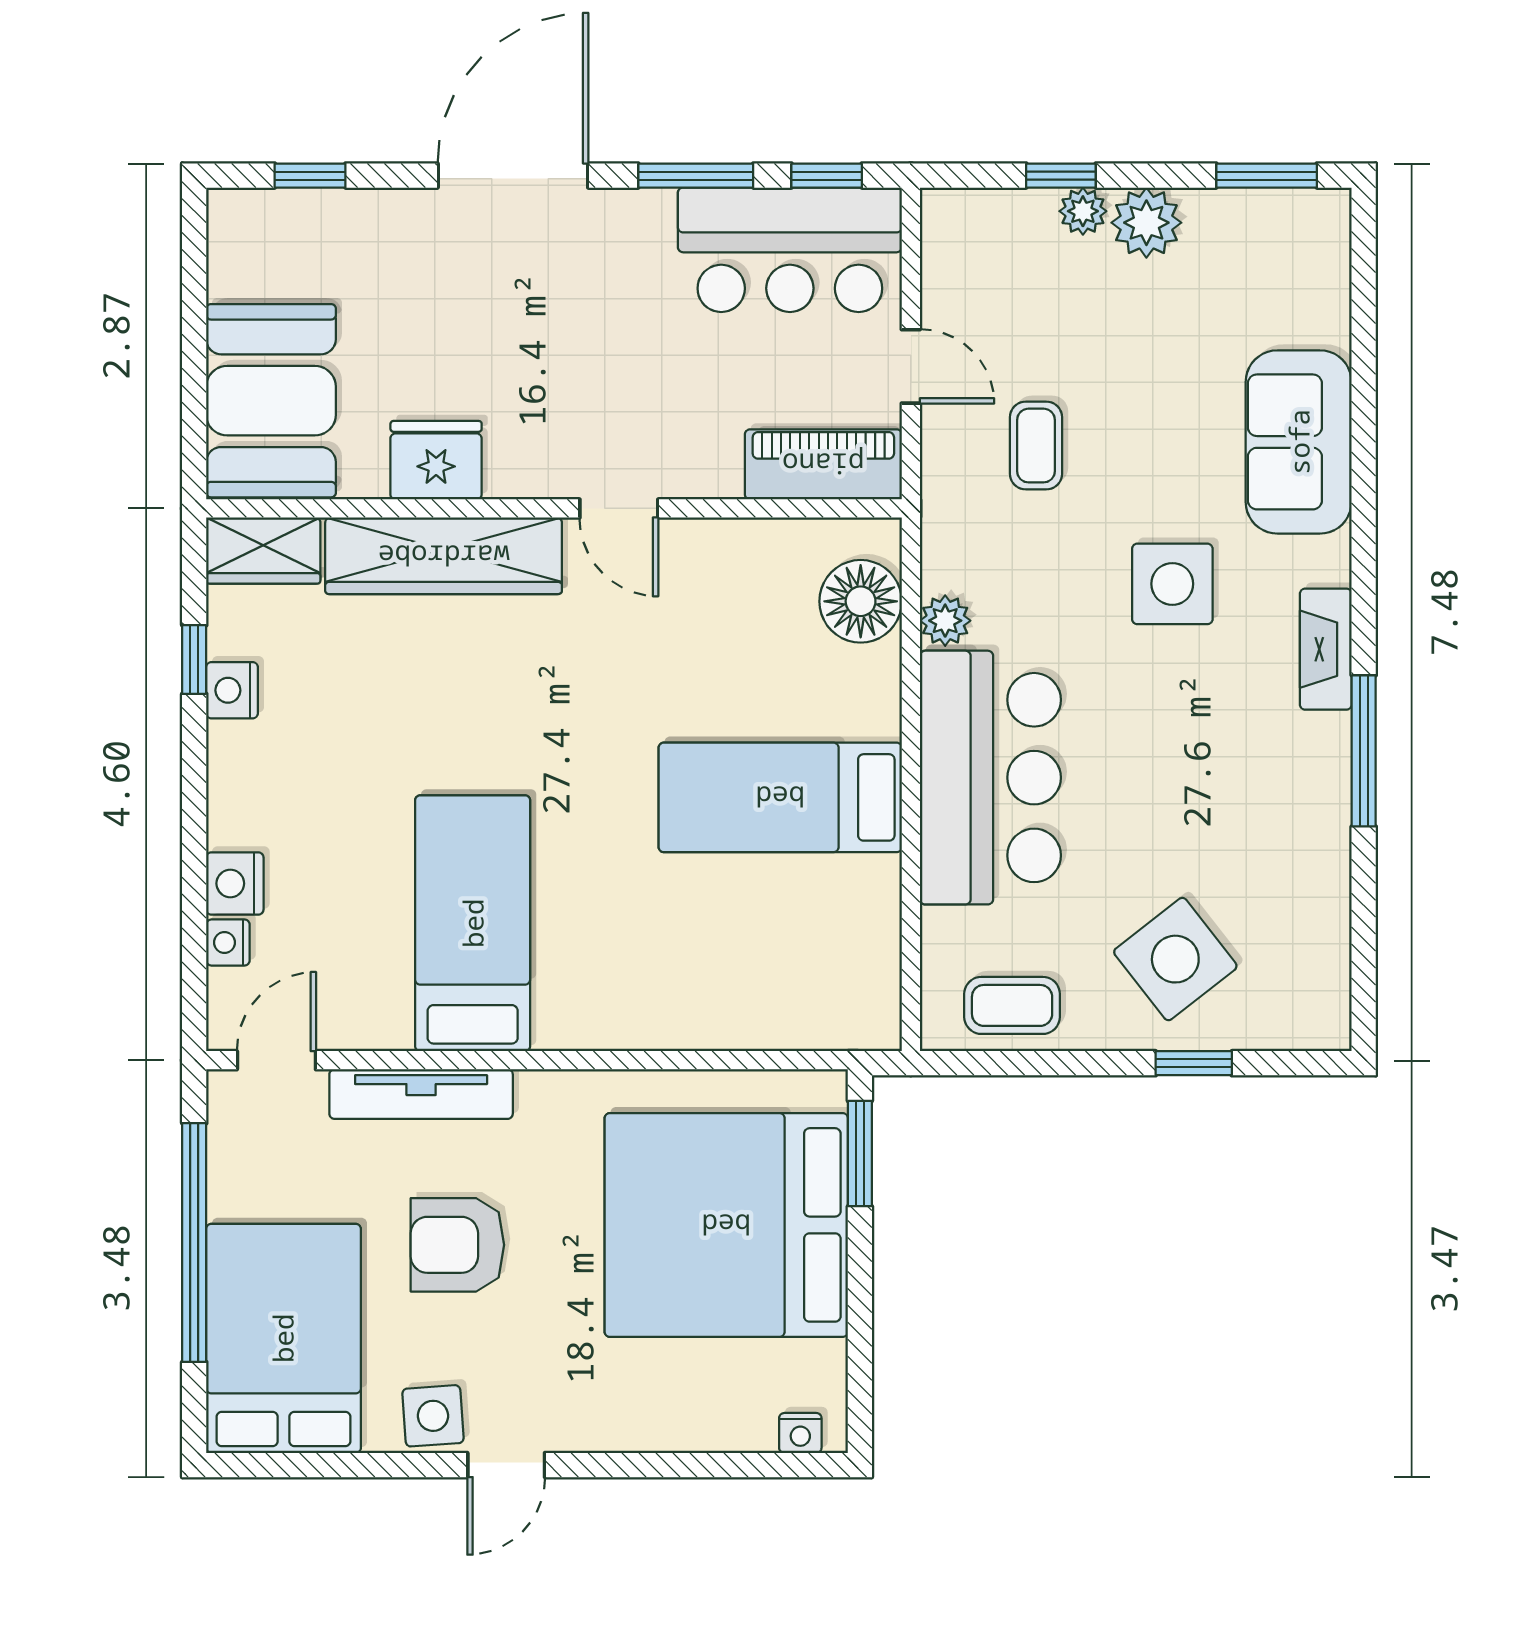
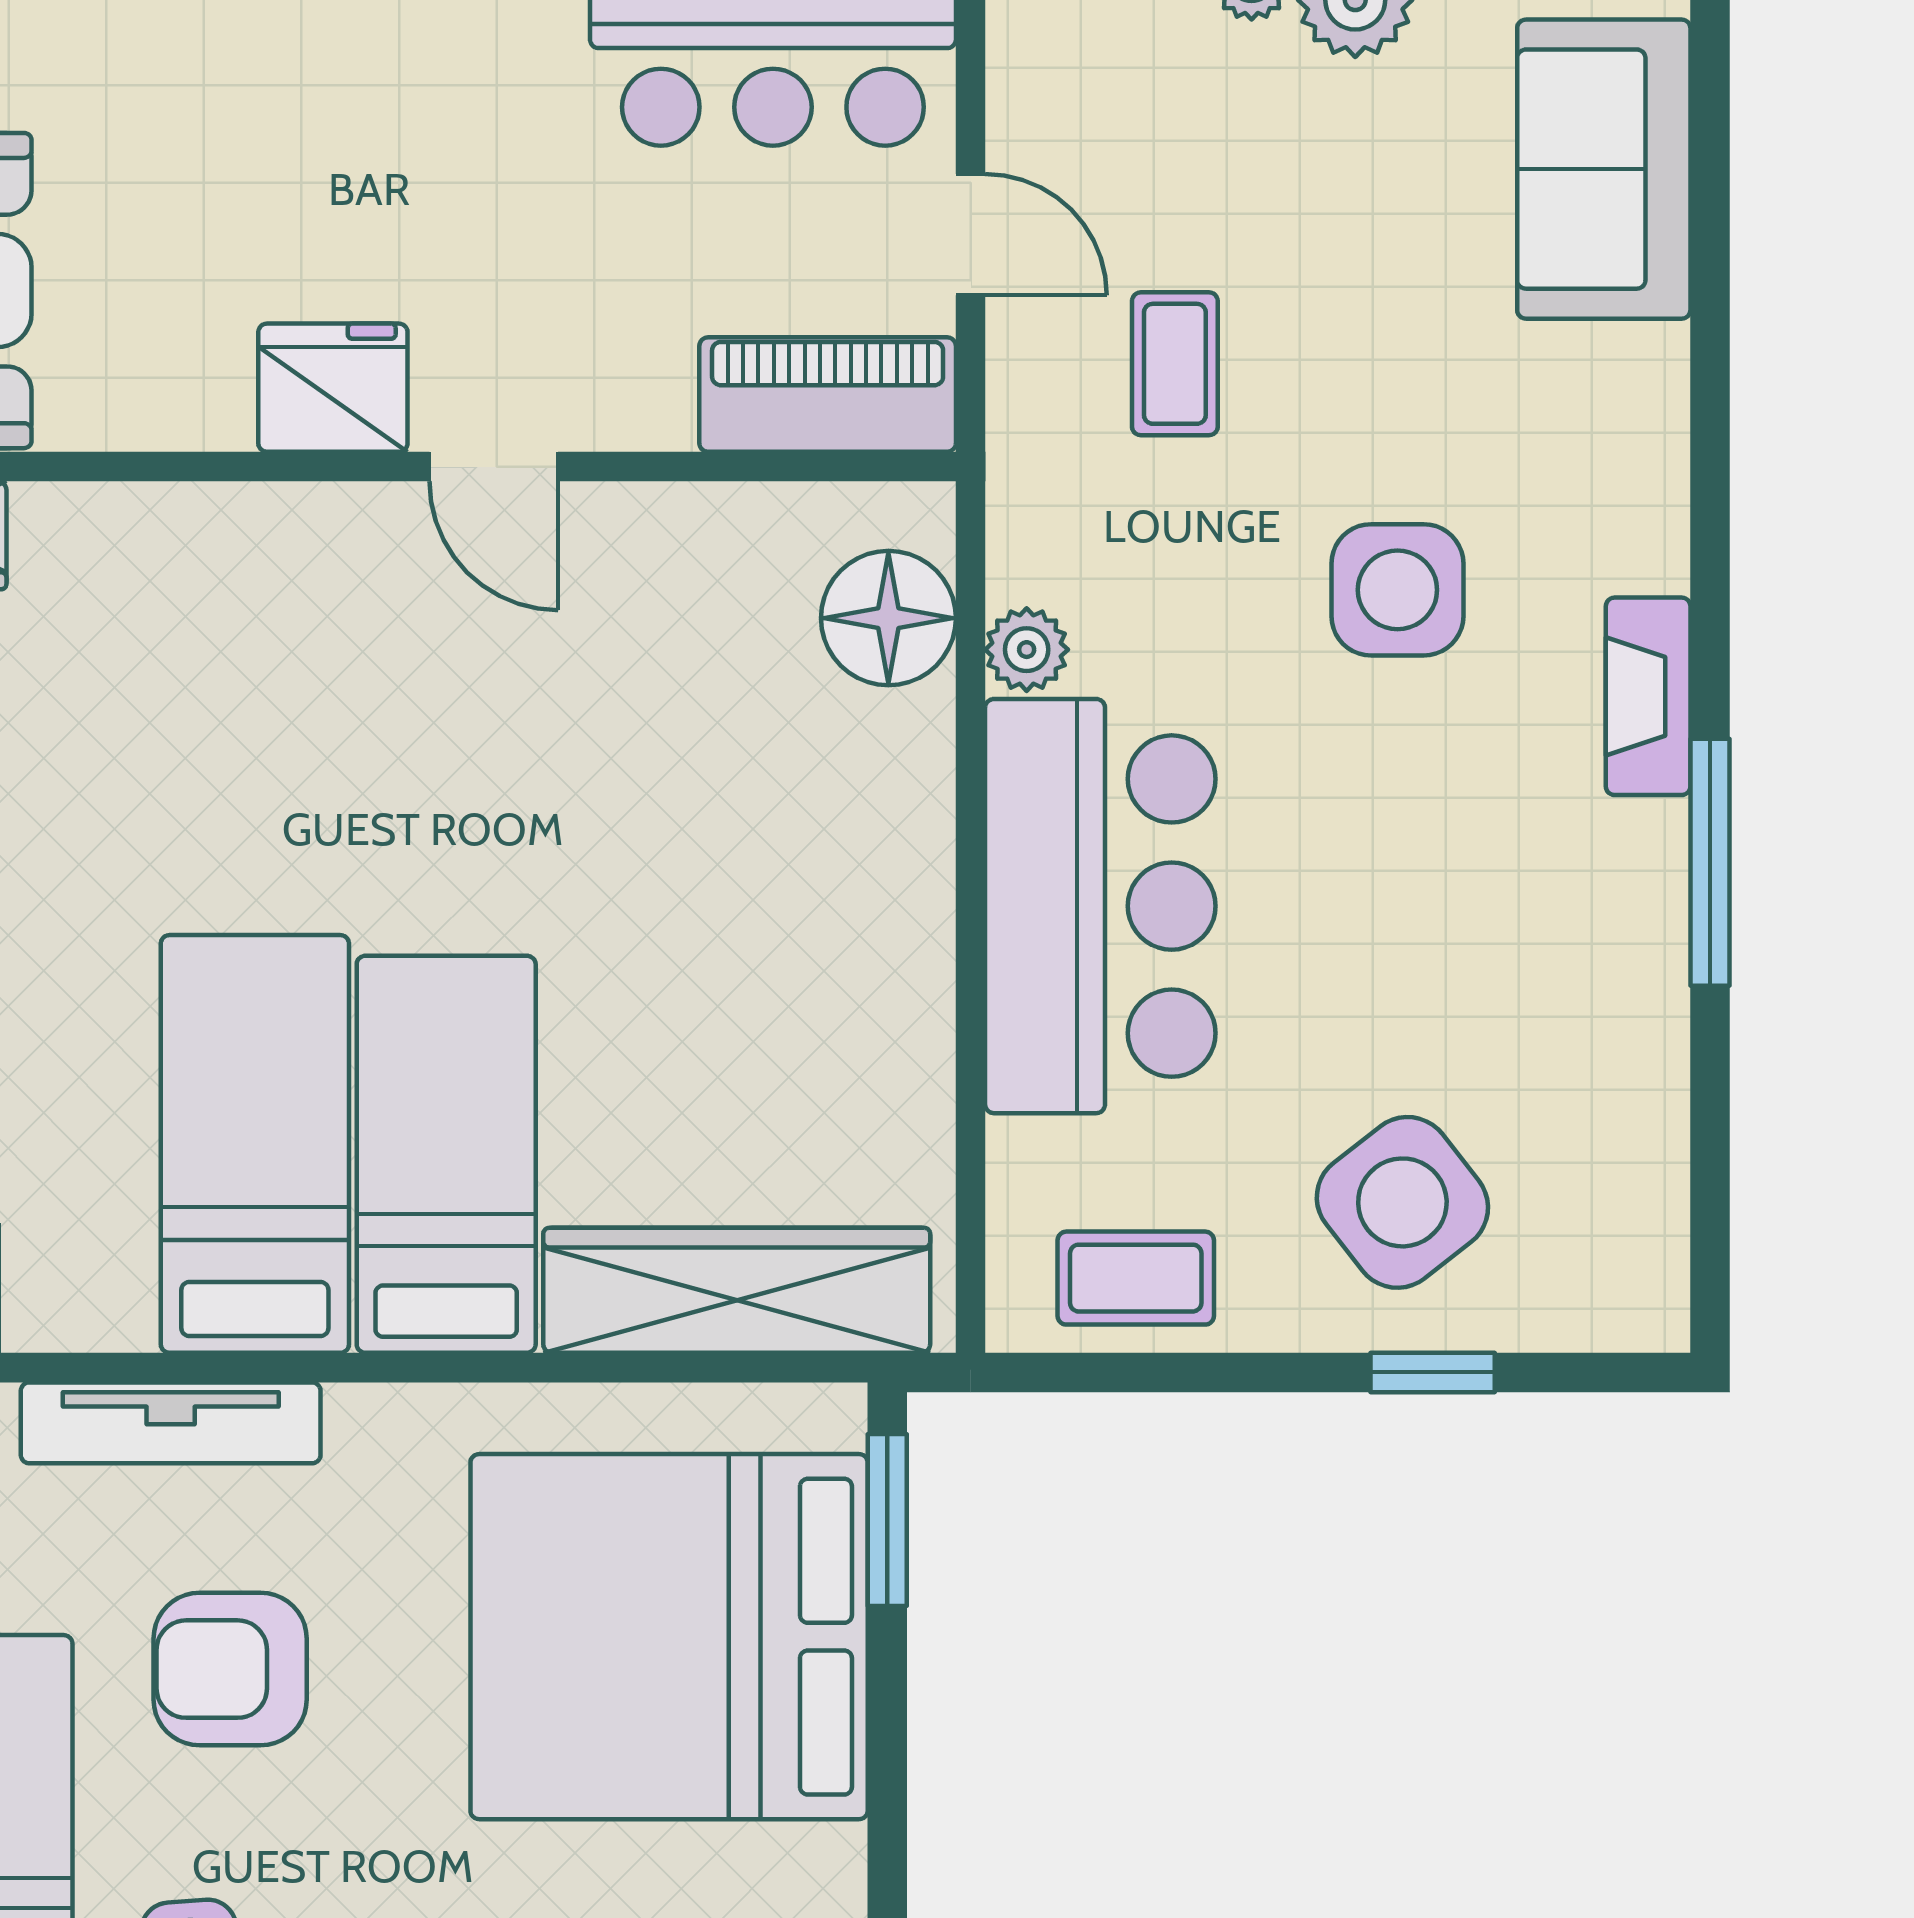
sofa: (1299, 442) -> (1604, 169), moved
fridge: (436, 460) -> (333, 388), moved
wardrobe: (444, 556) -> (737, 1290), moved, turned 180
bed: (780, 797) -> (446, 1154), moved, turned 90

